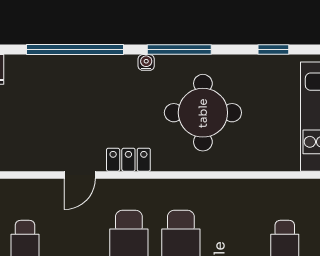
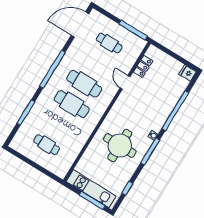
locker: (128, 160) -> (143, 66), moved

